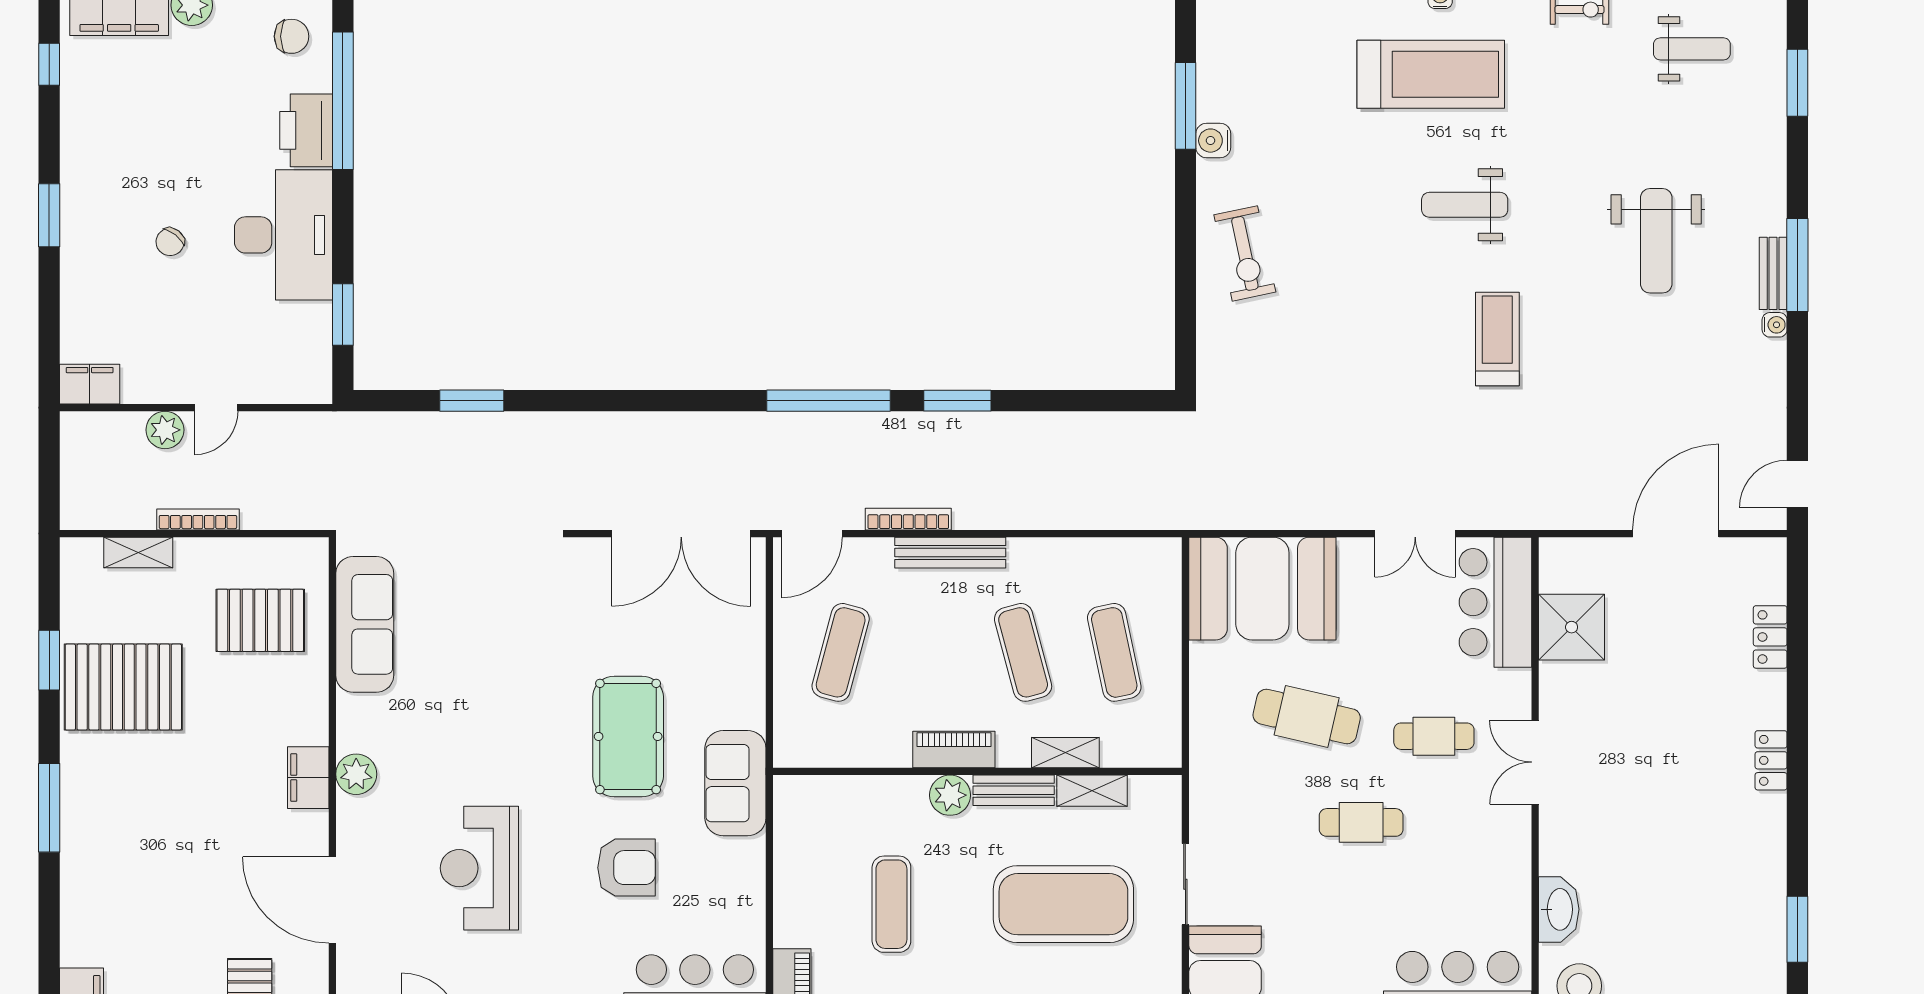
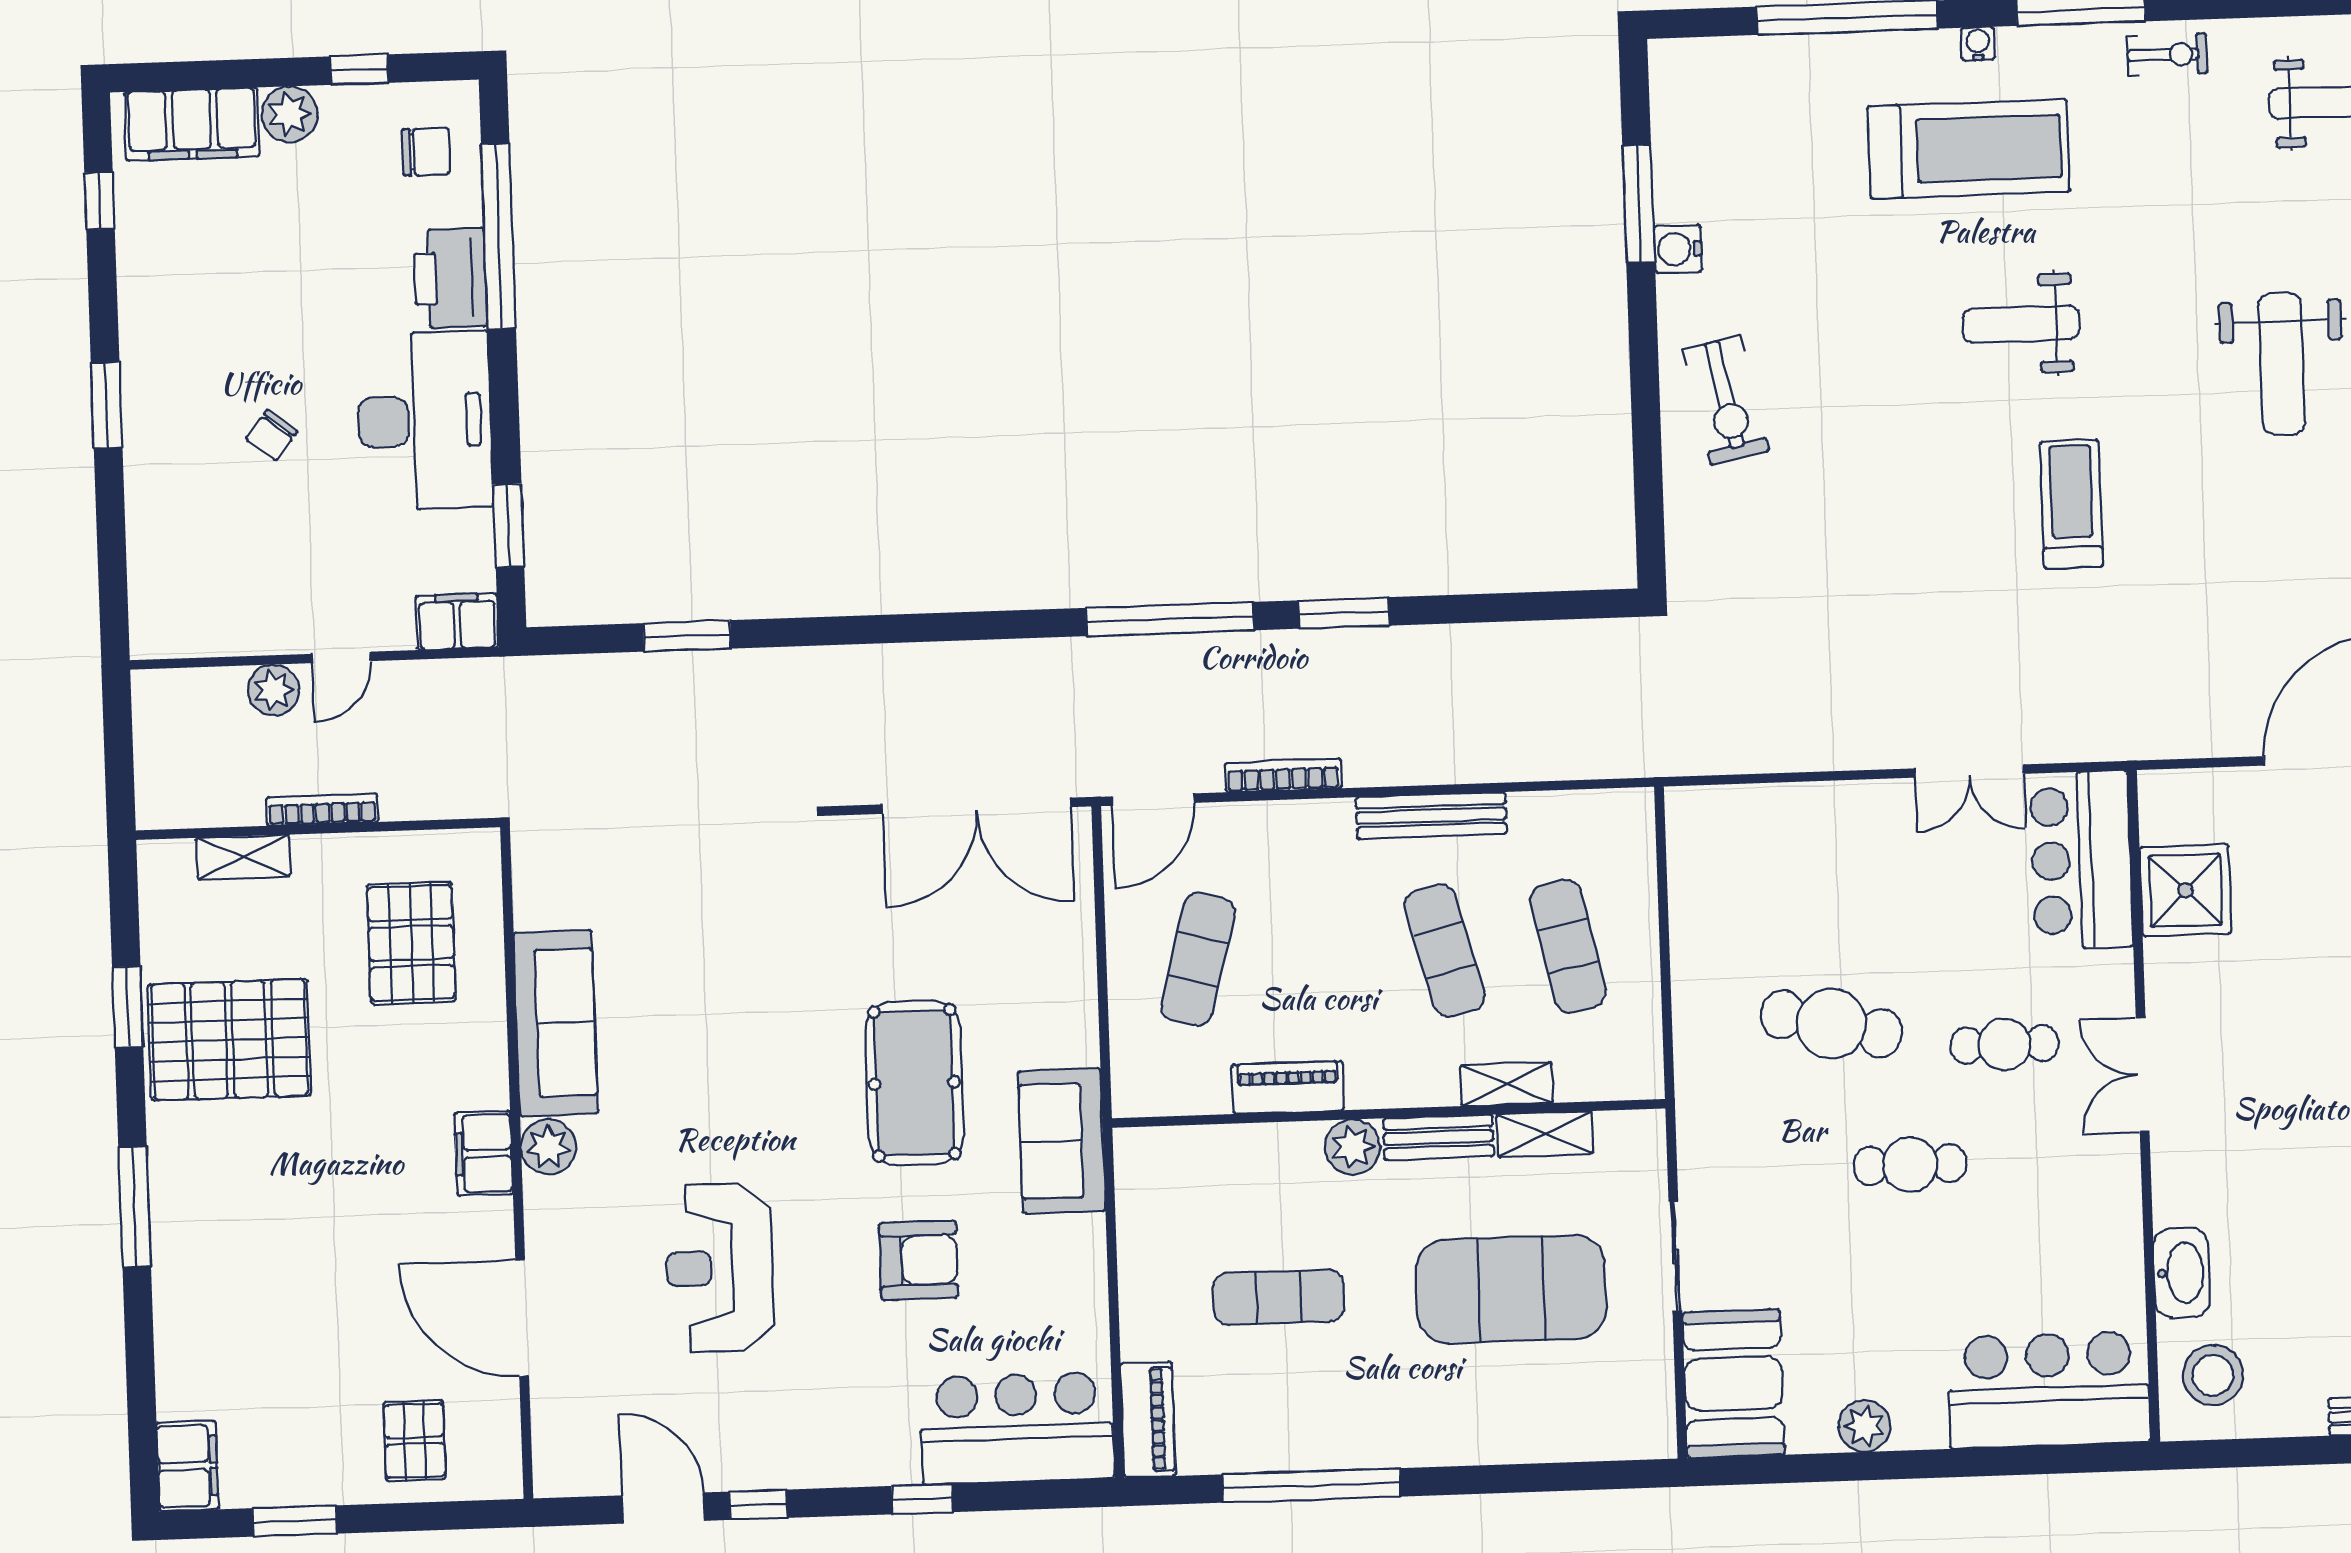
filing cabinet: (90, 384) -> (457, 622), moved
bench: (950, 553) -> (1431, 816), moved
booth: (1262, 589) -> (1765, 853), removed
pallet: (260, 620) -> (411, 943), turned 90
sofa: (365, 624) -> (556, 1023), moved
piano: (954, 749) -> (1288, 1087), moved
exercise mat: (891, 904) -> (1279, 1297), turned 90

